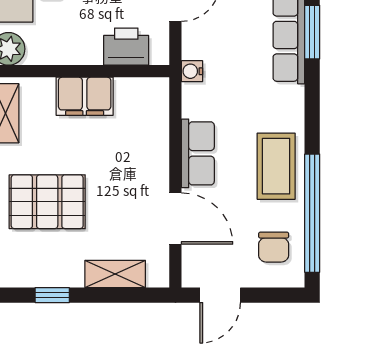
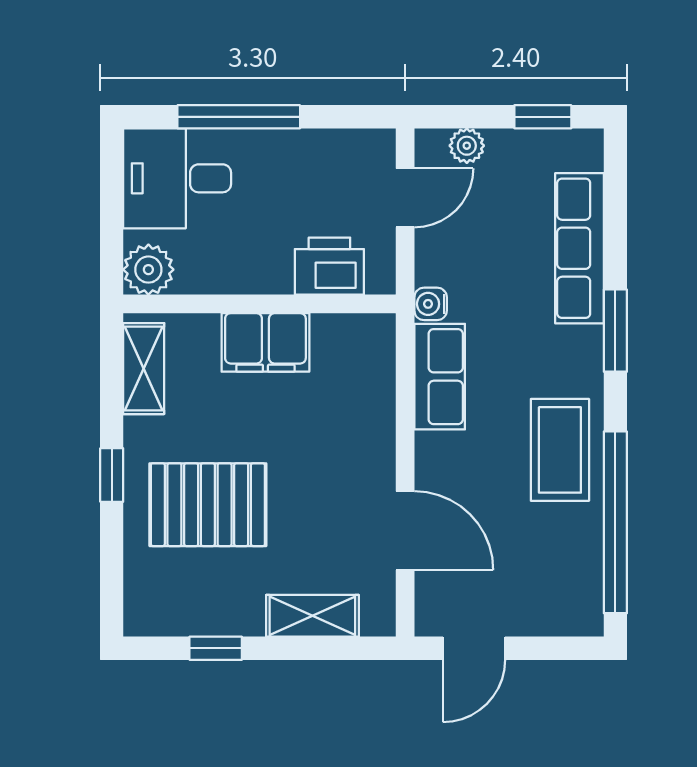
window: (312, 32) -> (615, 331), moved
row of seats: (198, 153) -> (440, 377), moved
chair: (274, 247) -> (556, 574), removed

